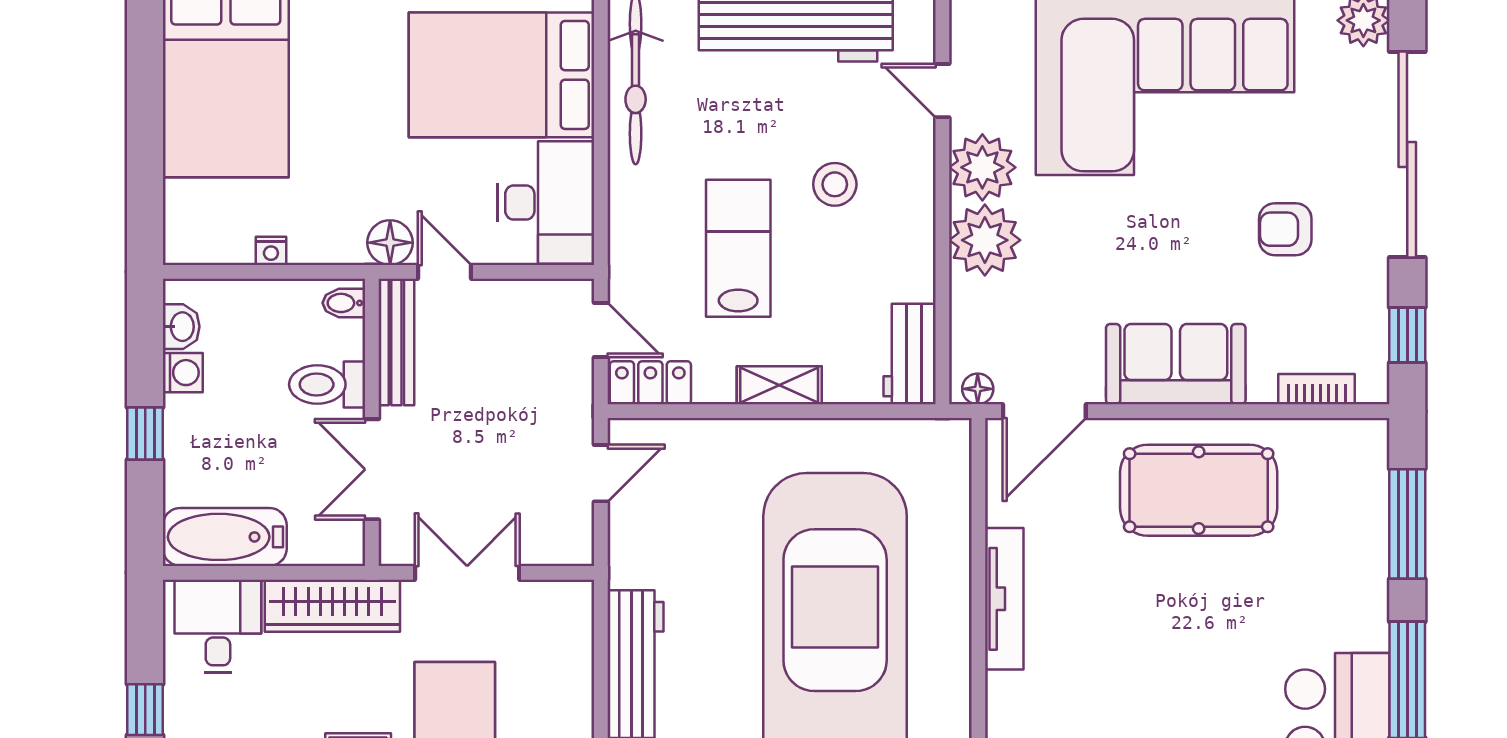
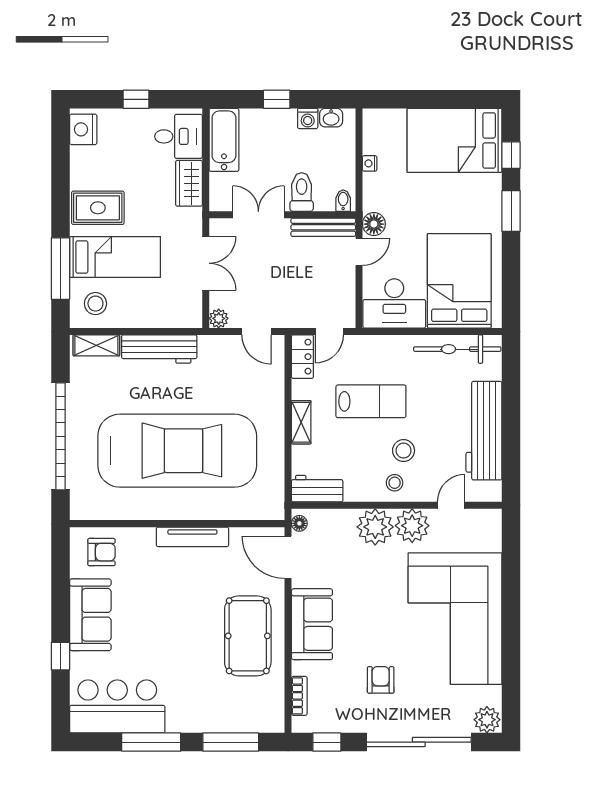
stool: (898, 202) -> (395, 483), added
plant: (576, 547) -> (219, 318), added
wardrobe: (332, 606) -> (189, 183), width x0.67

